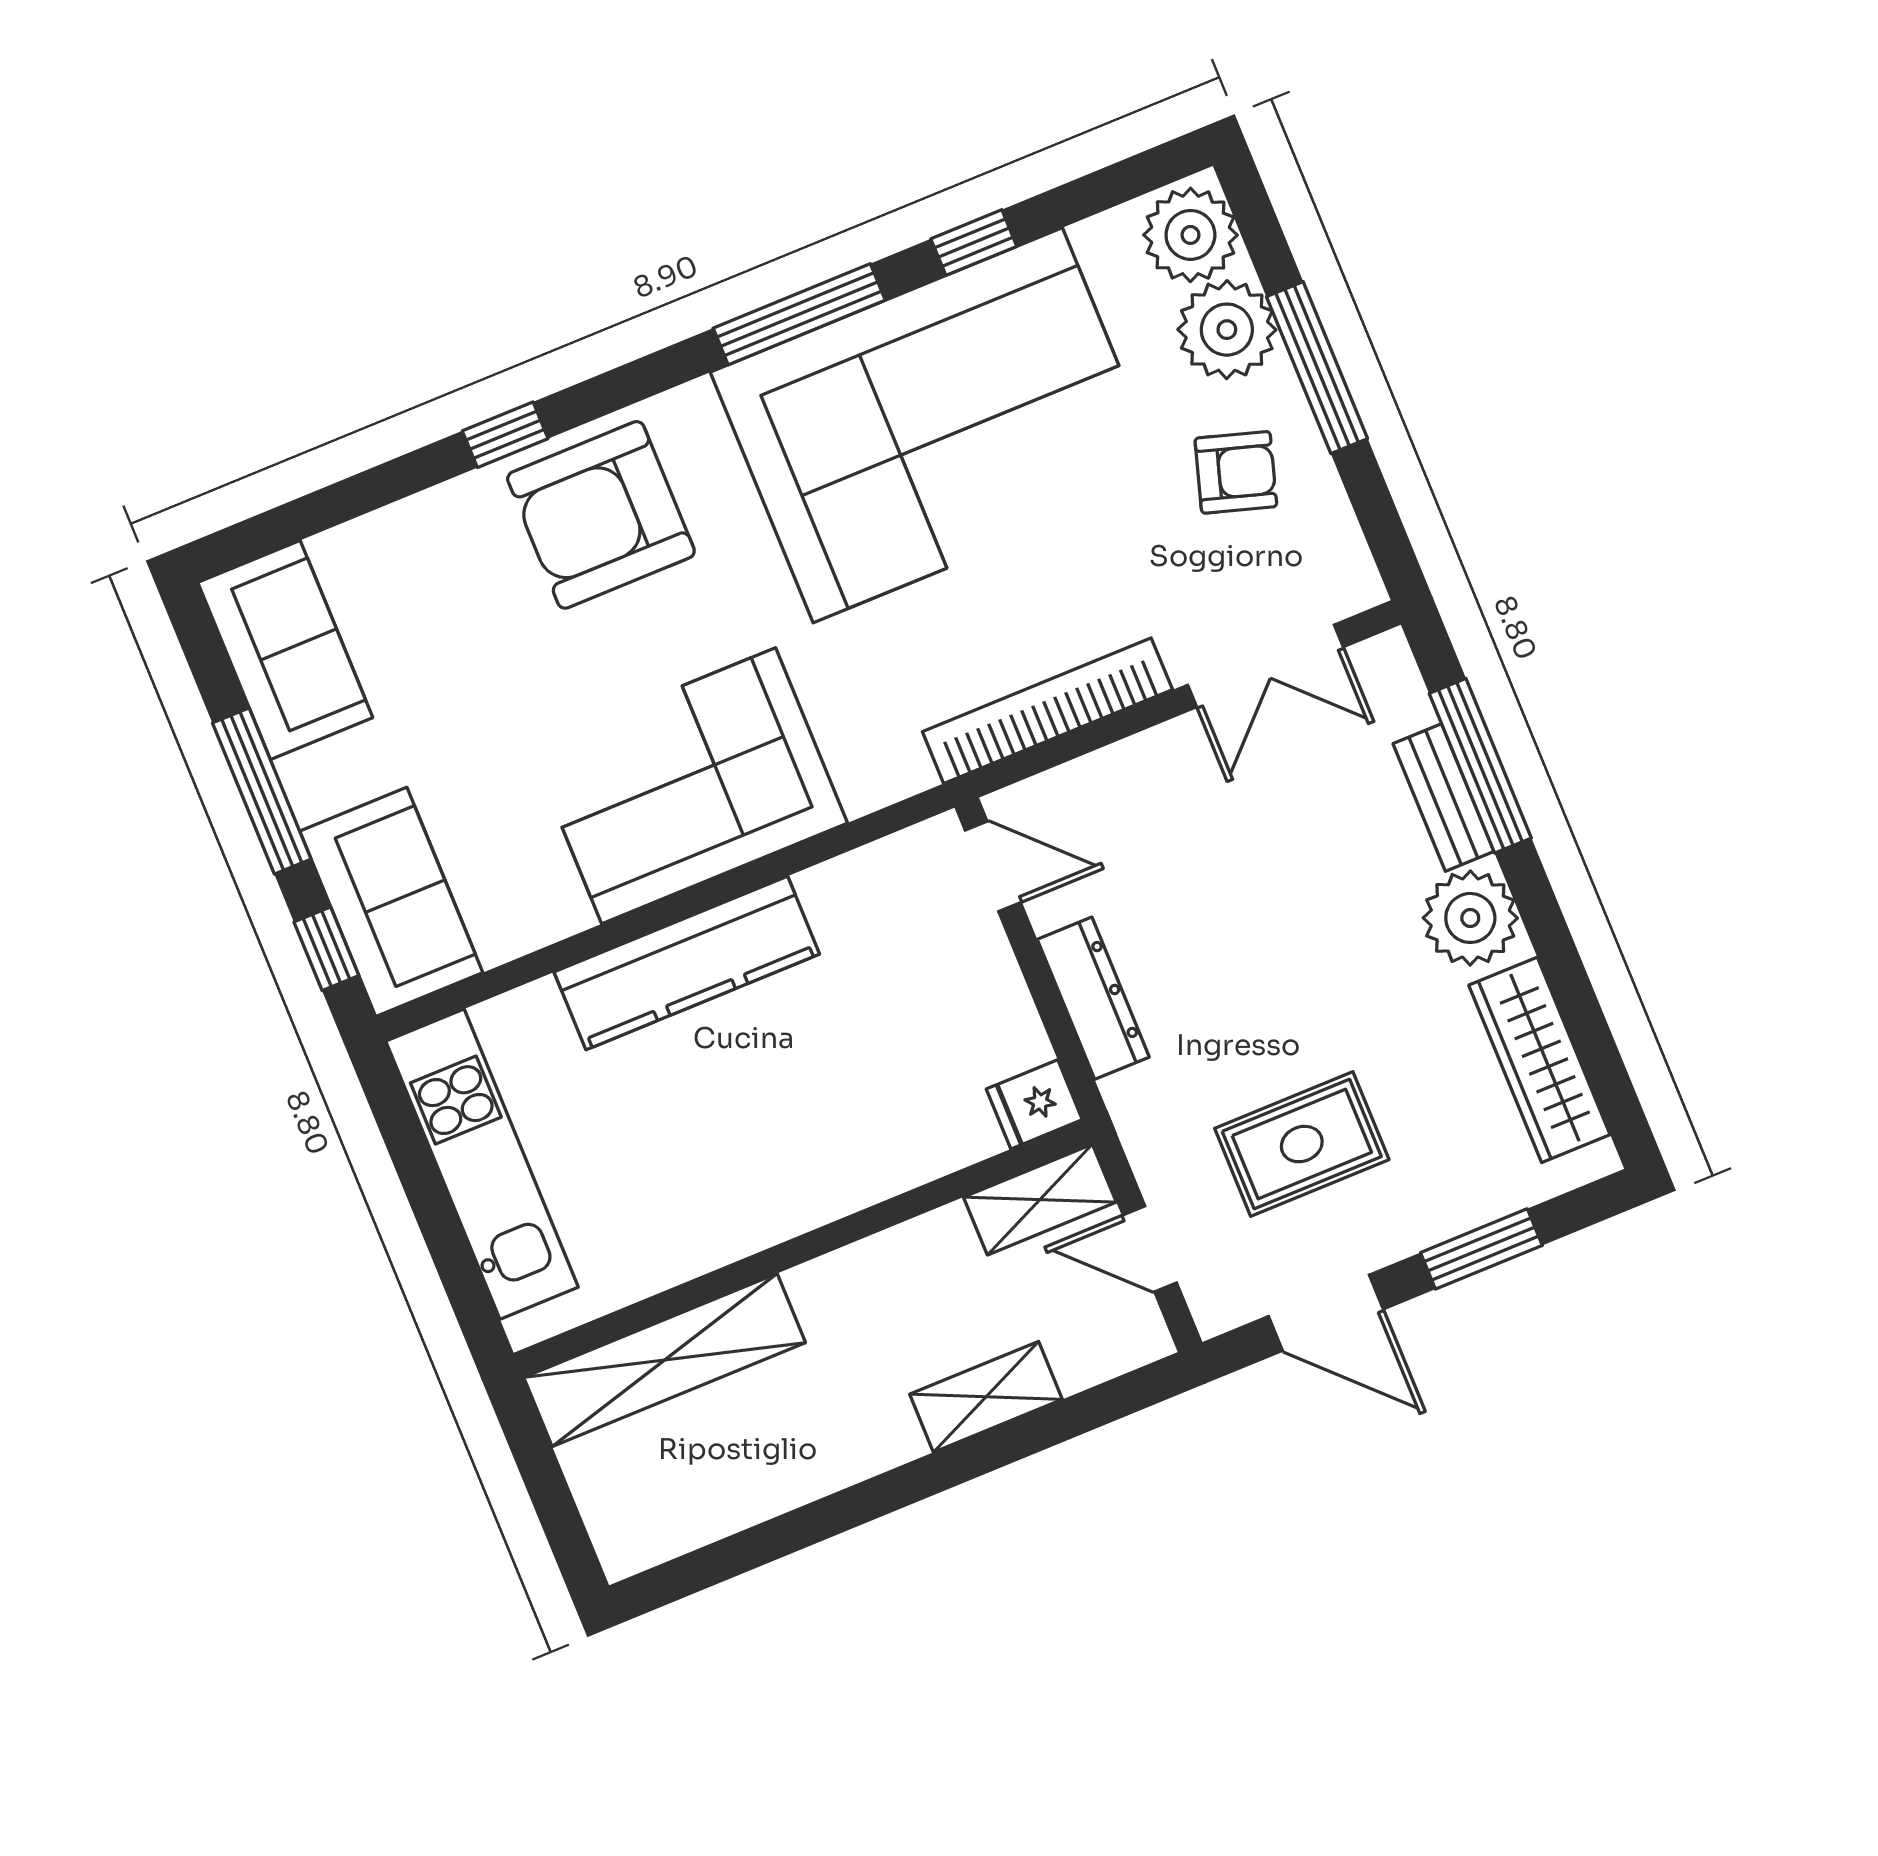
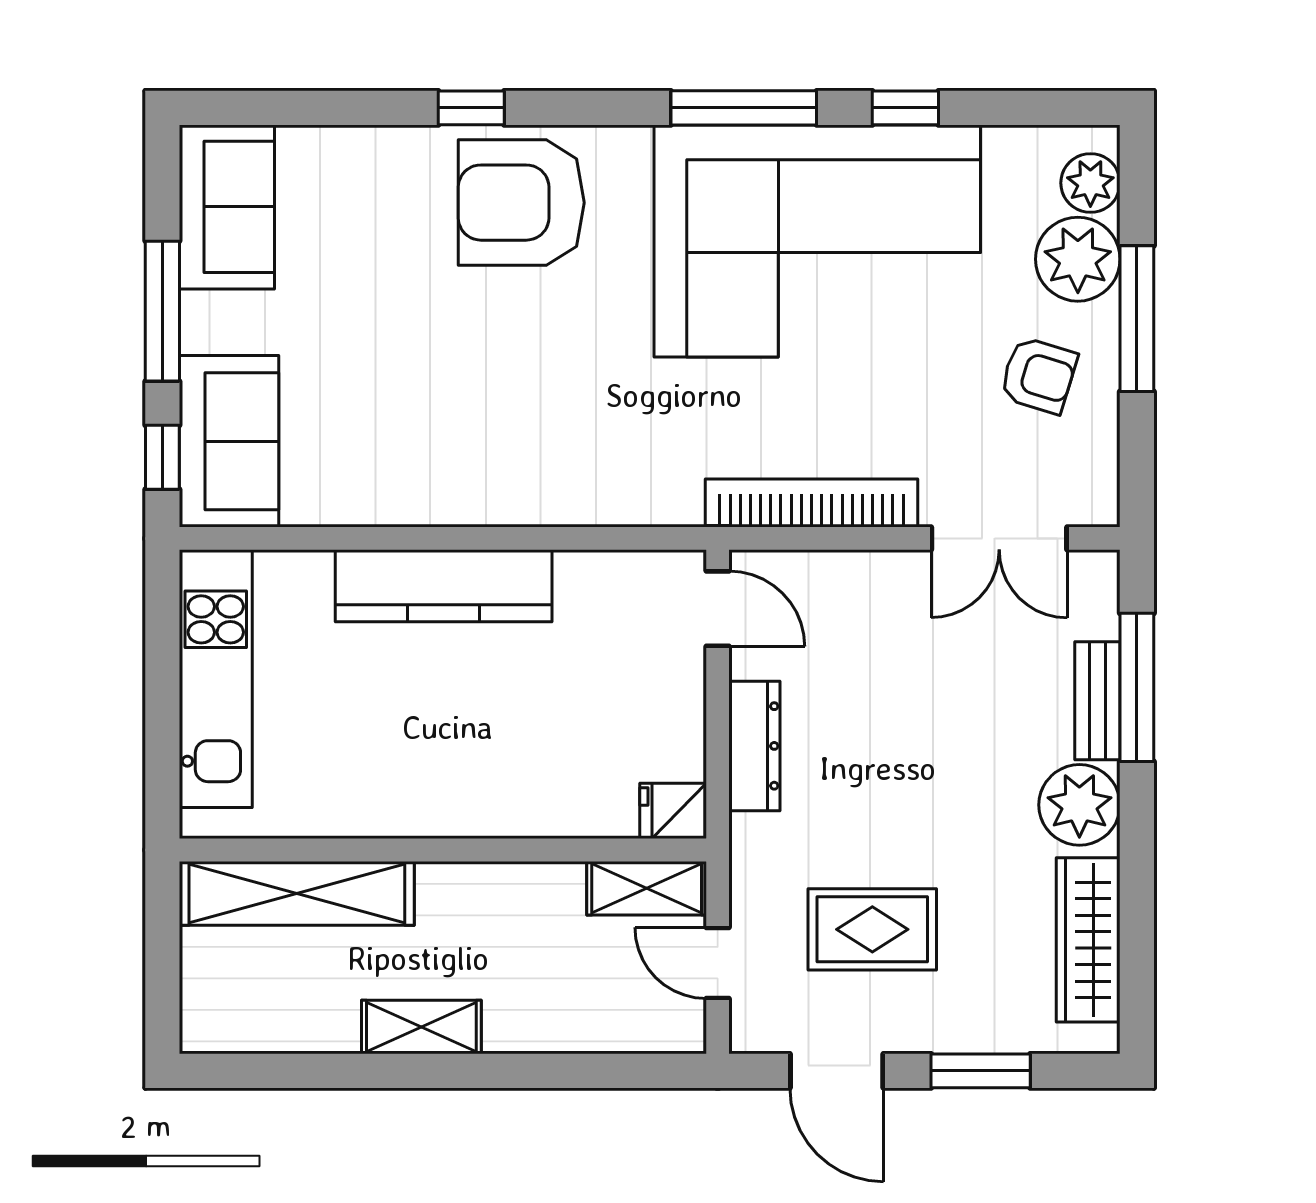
plant: (1190, 235) -> (1090, 183), width x0.73, depth x0.73
corner sofa: (689, 786) -> (503, 446), removed
shelving: (986, 1397) -> (421, 1027), moved

